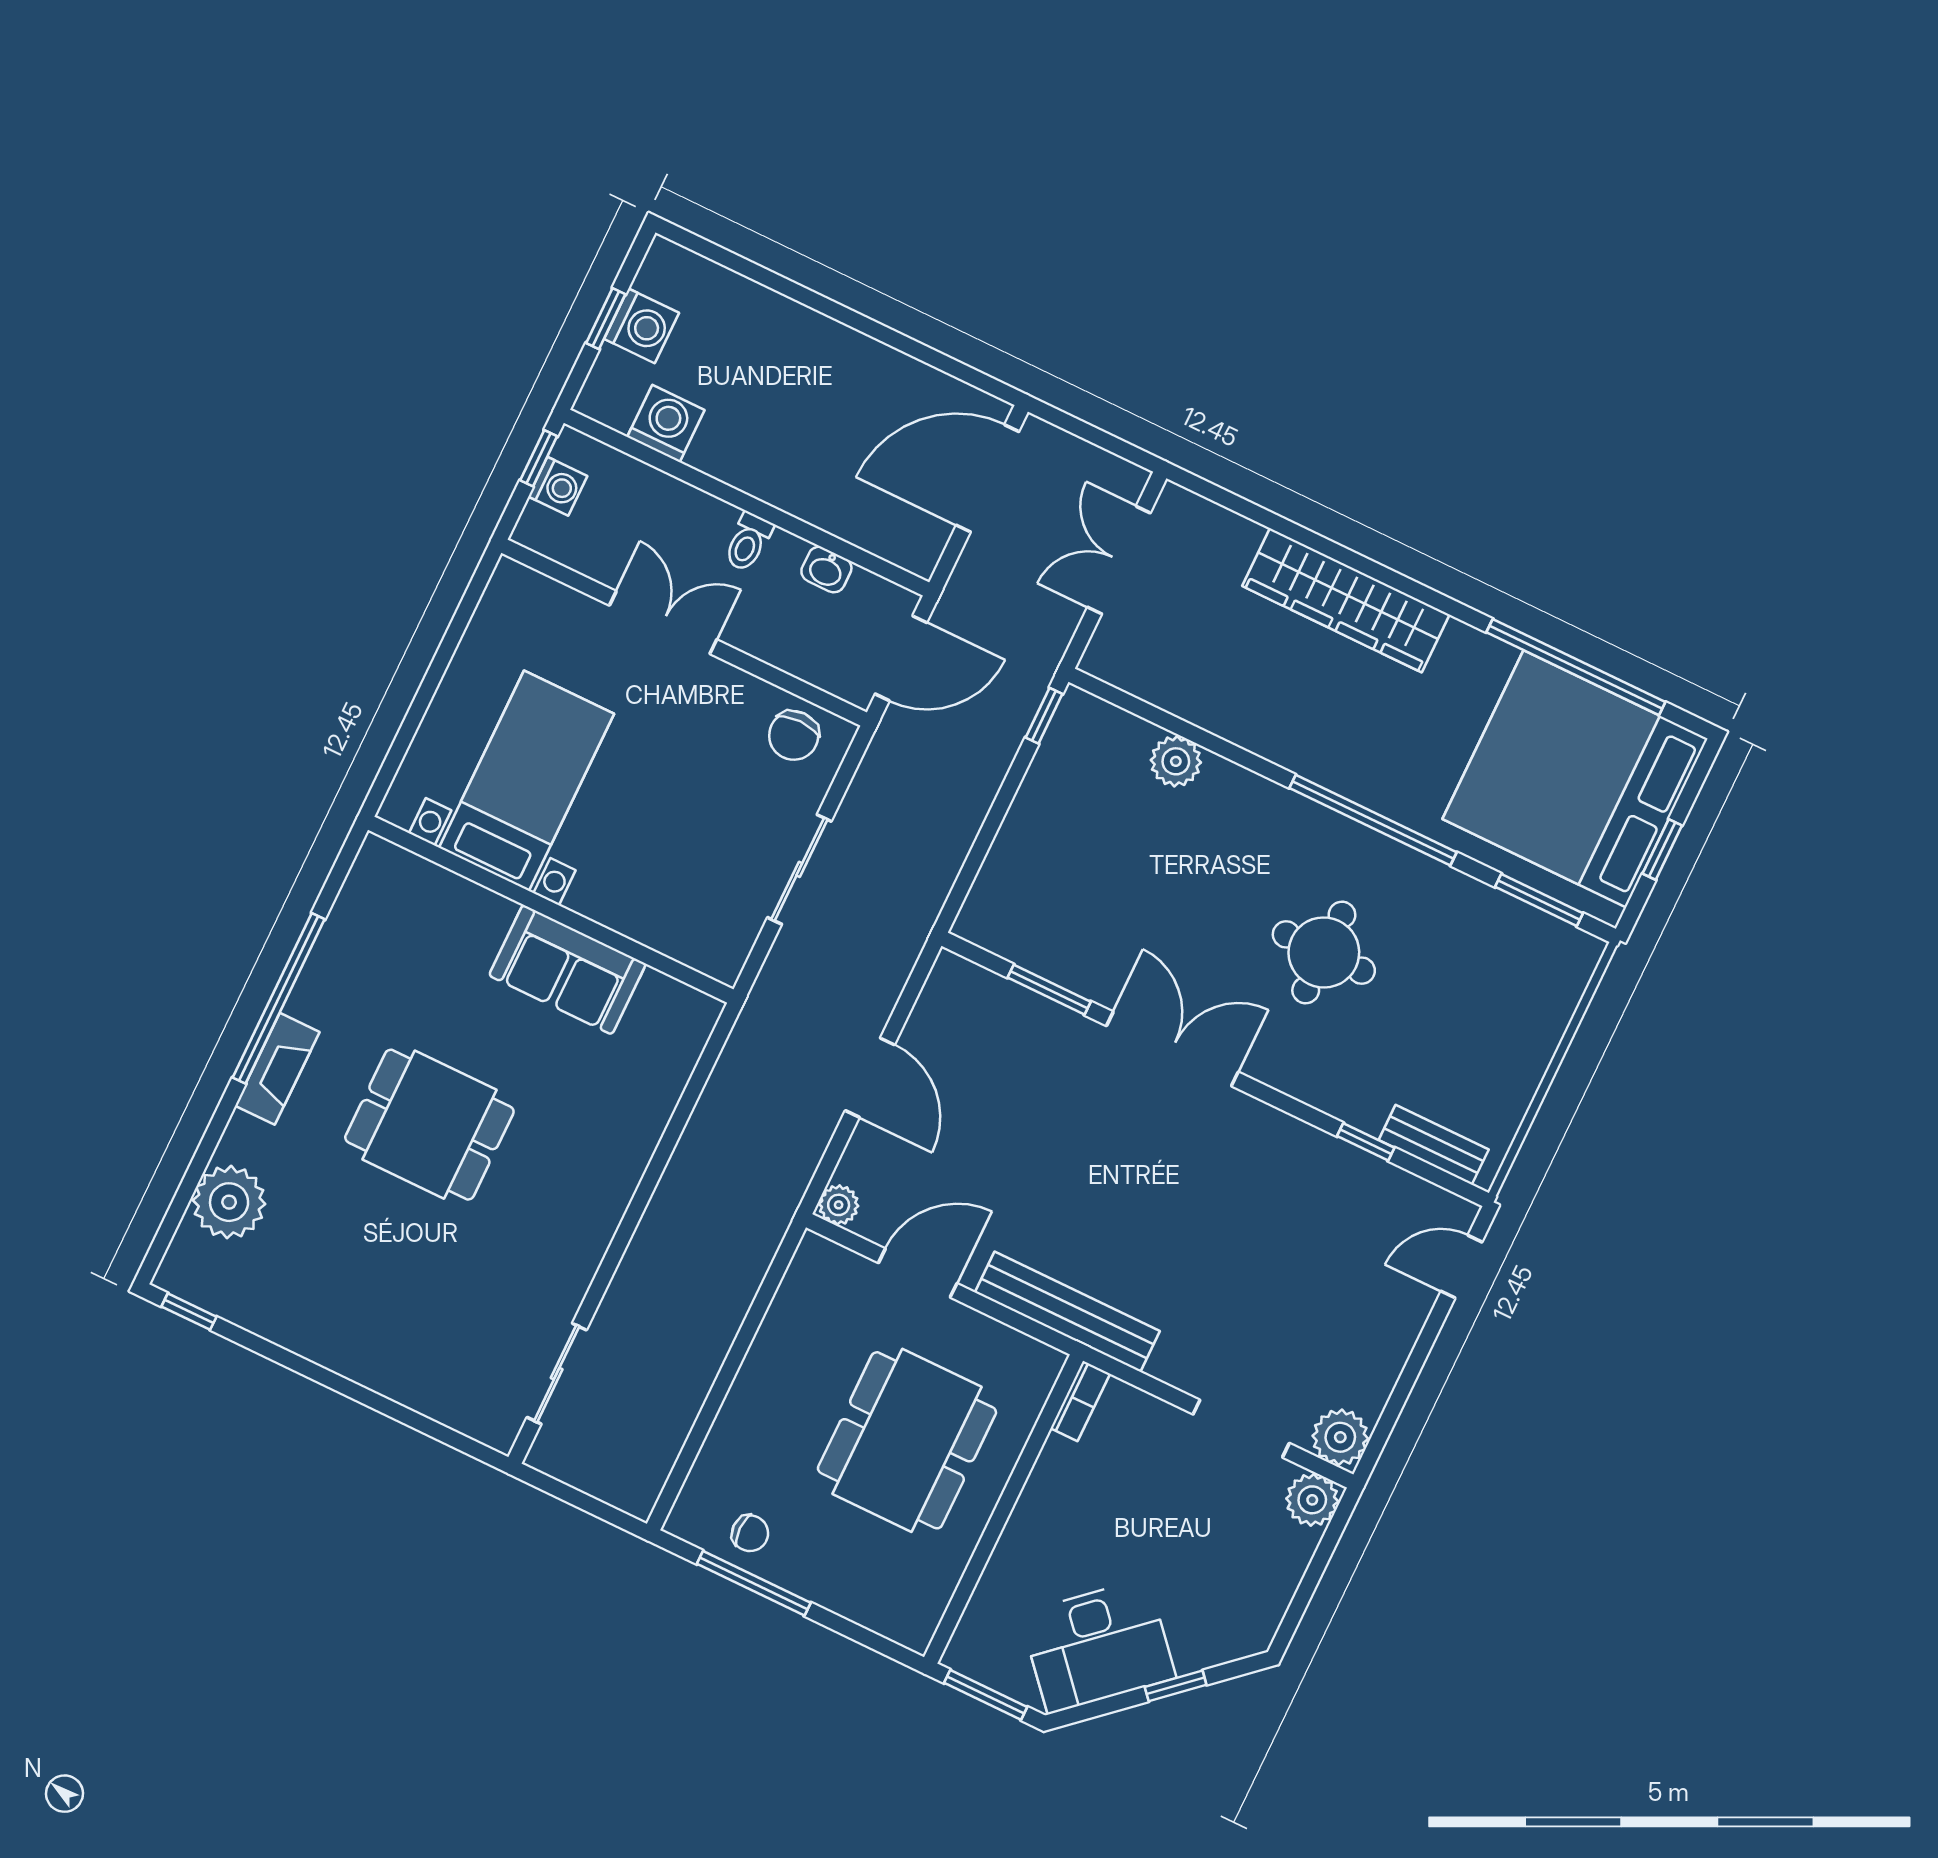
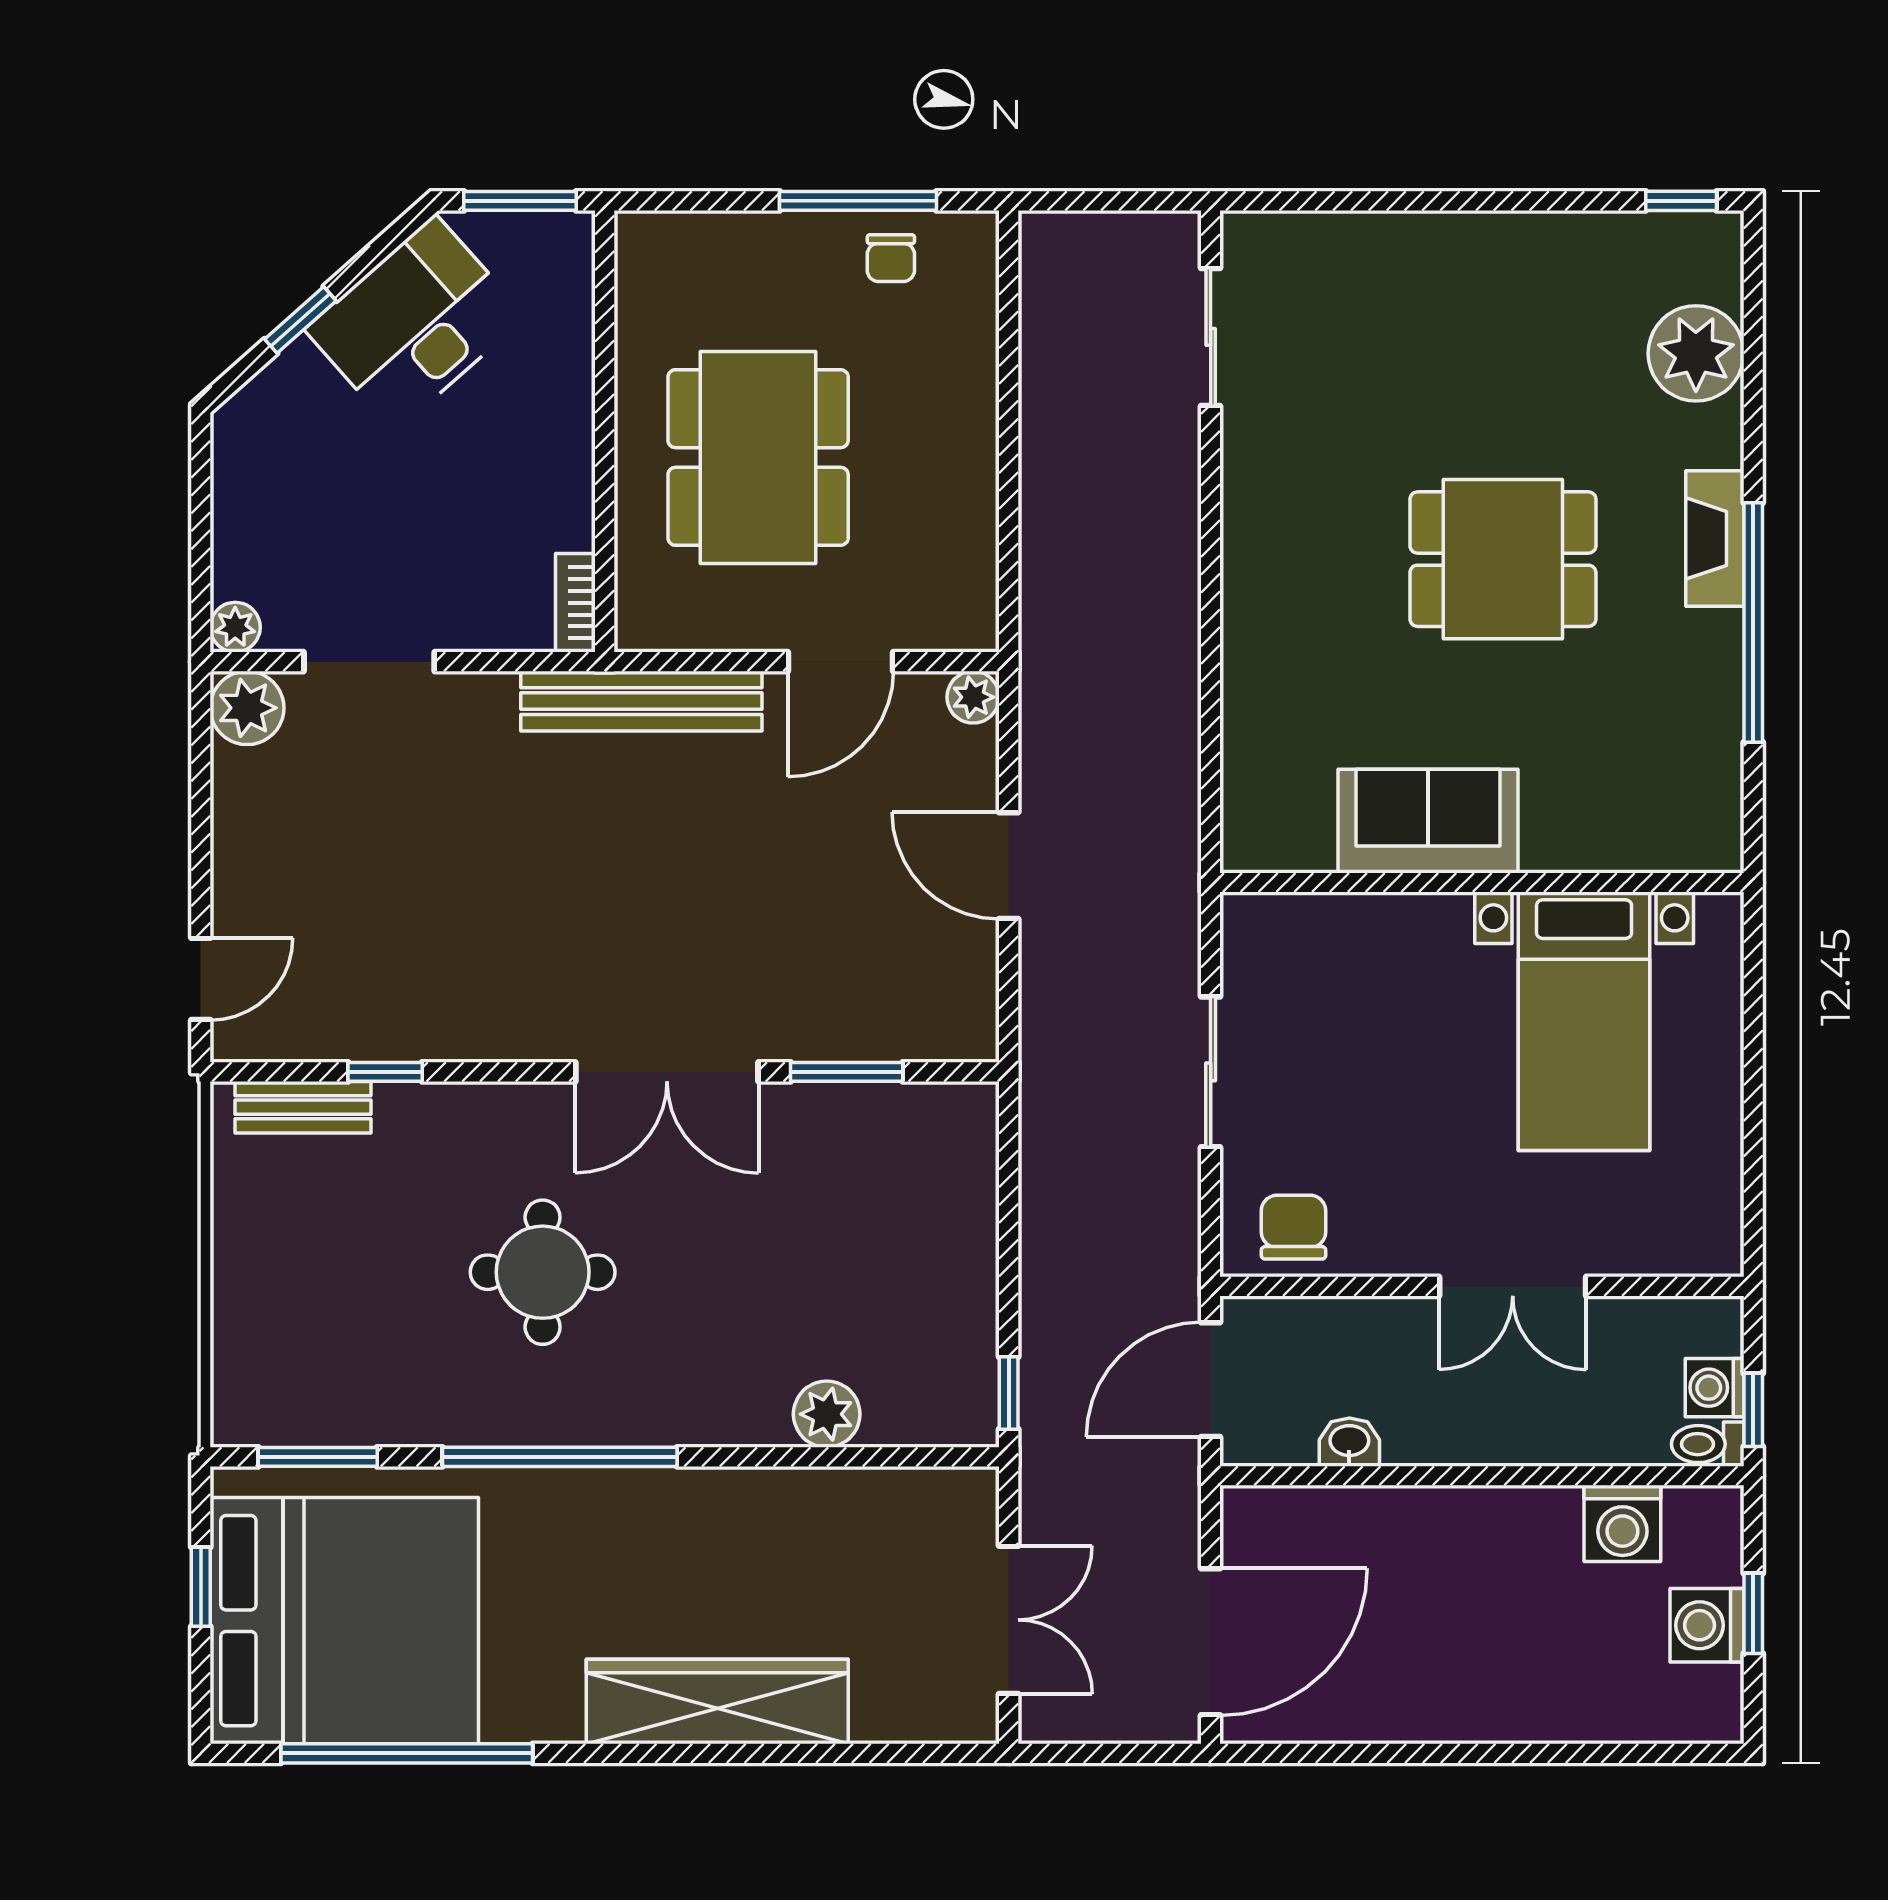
toilet: (748, 542) -> (1708, 1444), moved, turned -90
plant: (1312, 1500) -> (235, 627), width x0.73, depth x0.73
chair: (750, 1533) -> (891, 258), turned -90

